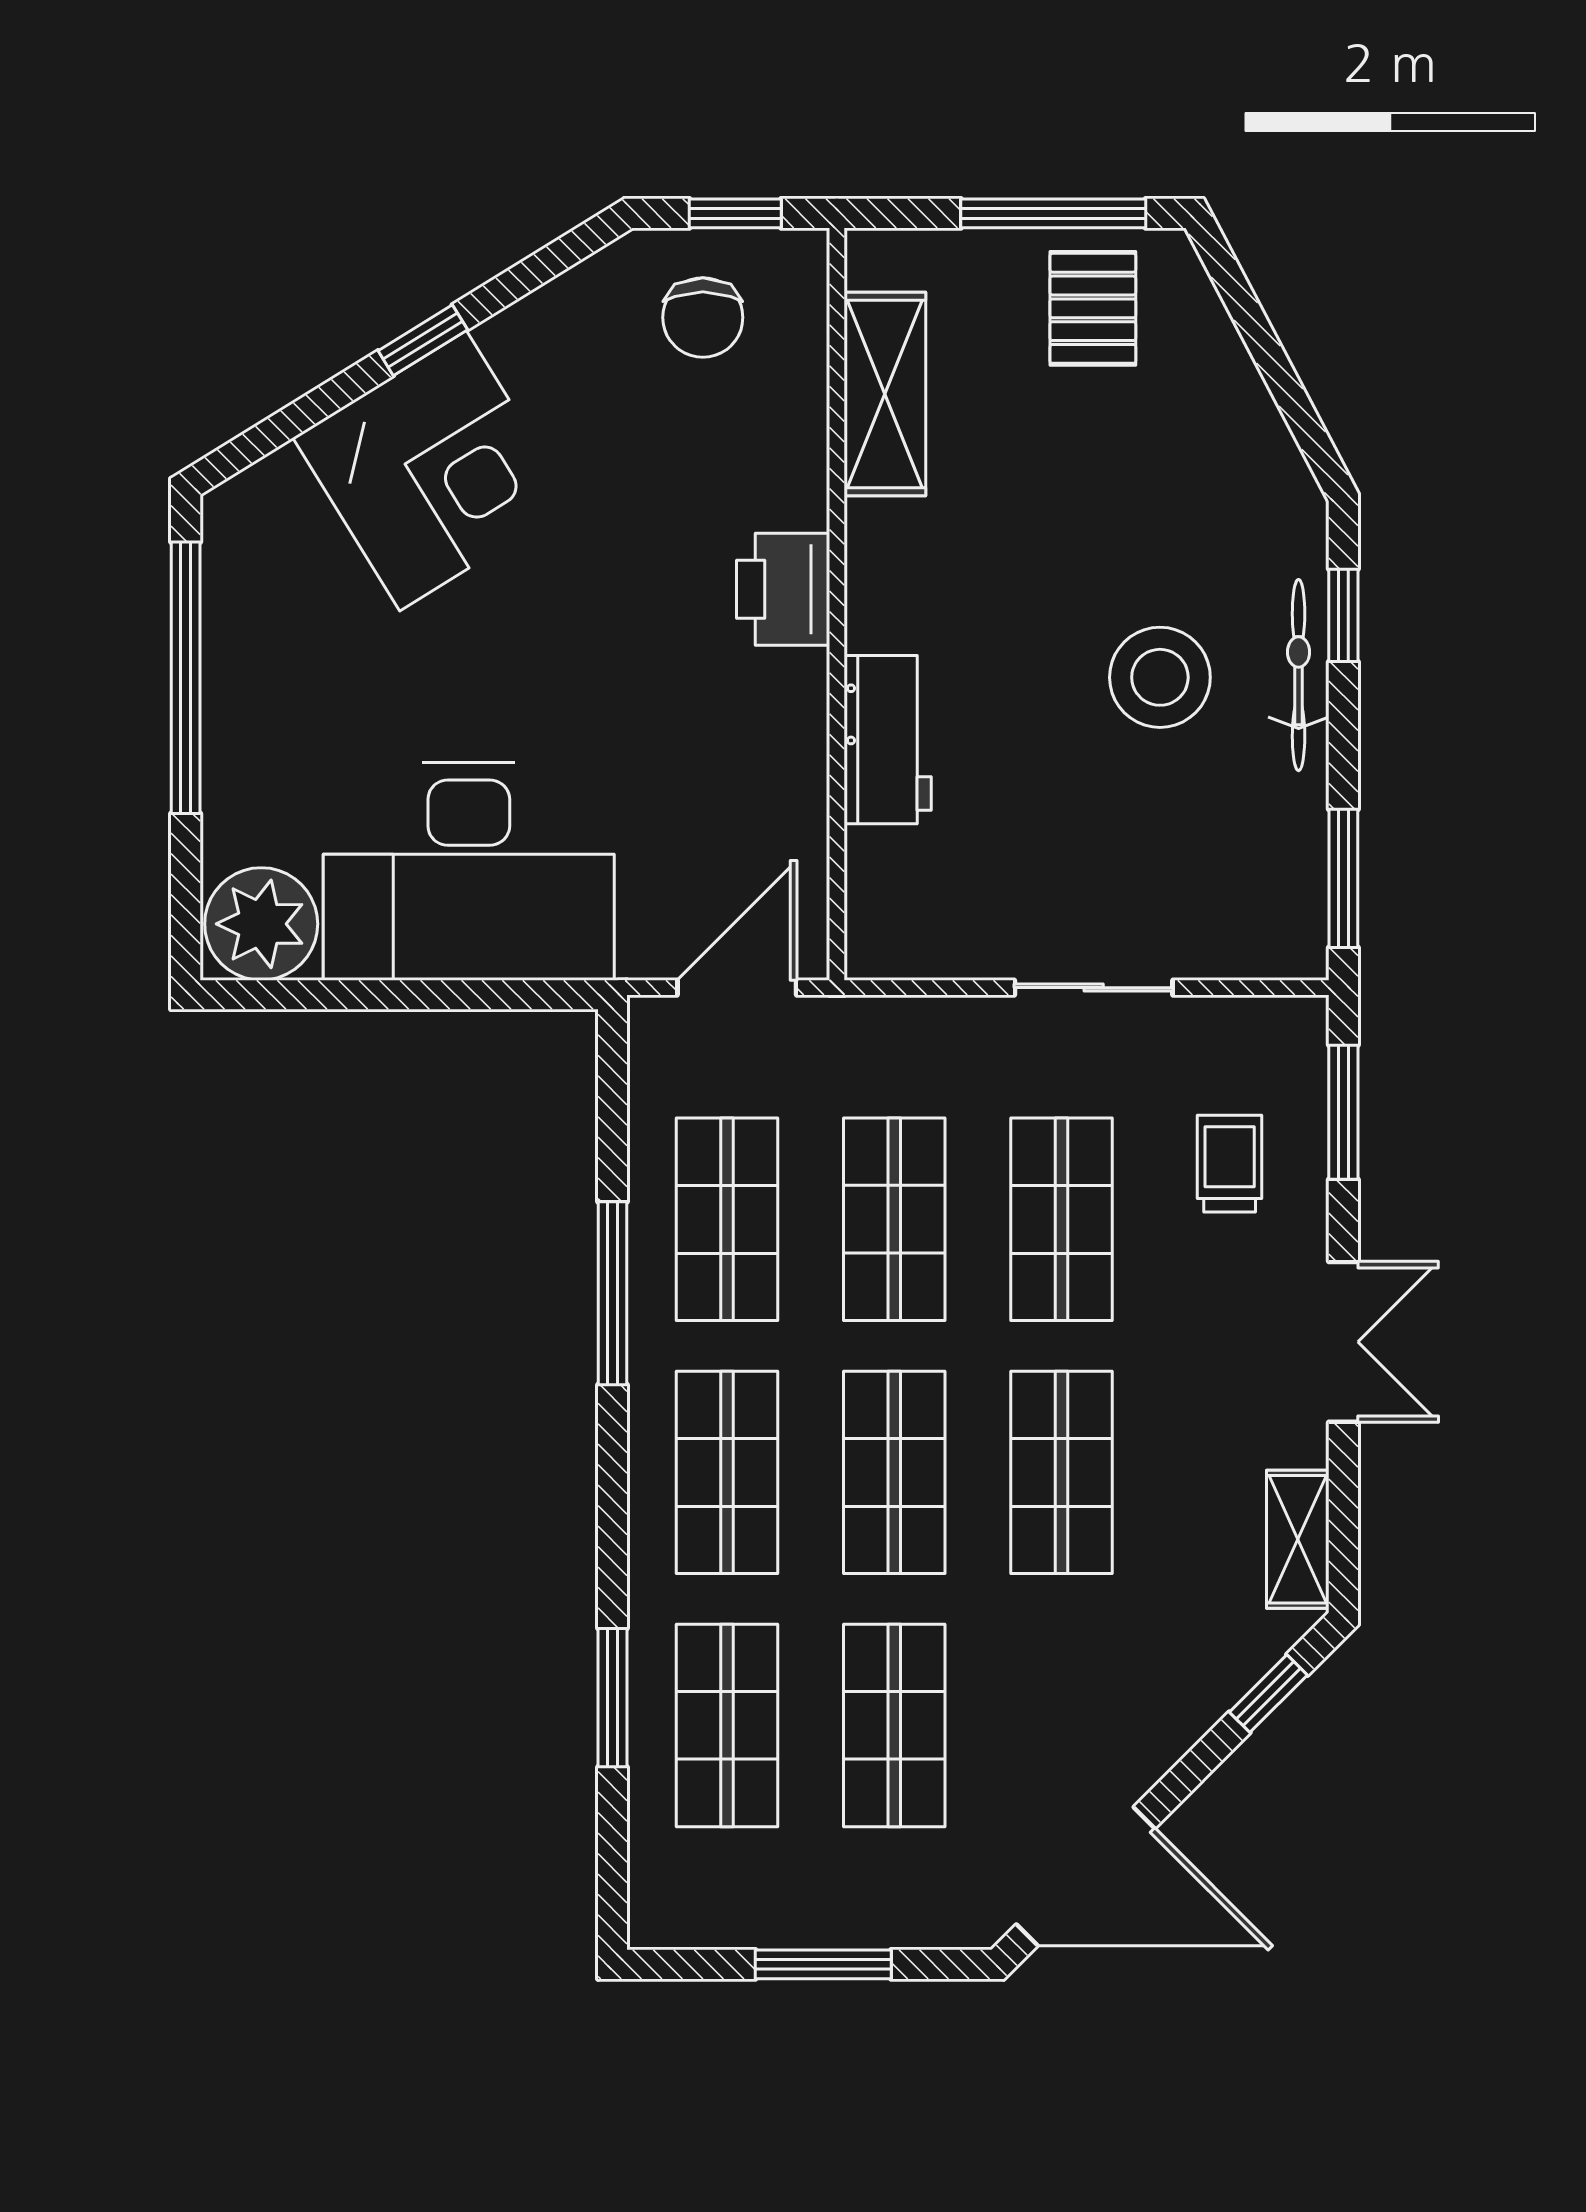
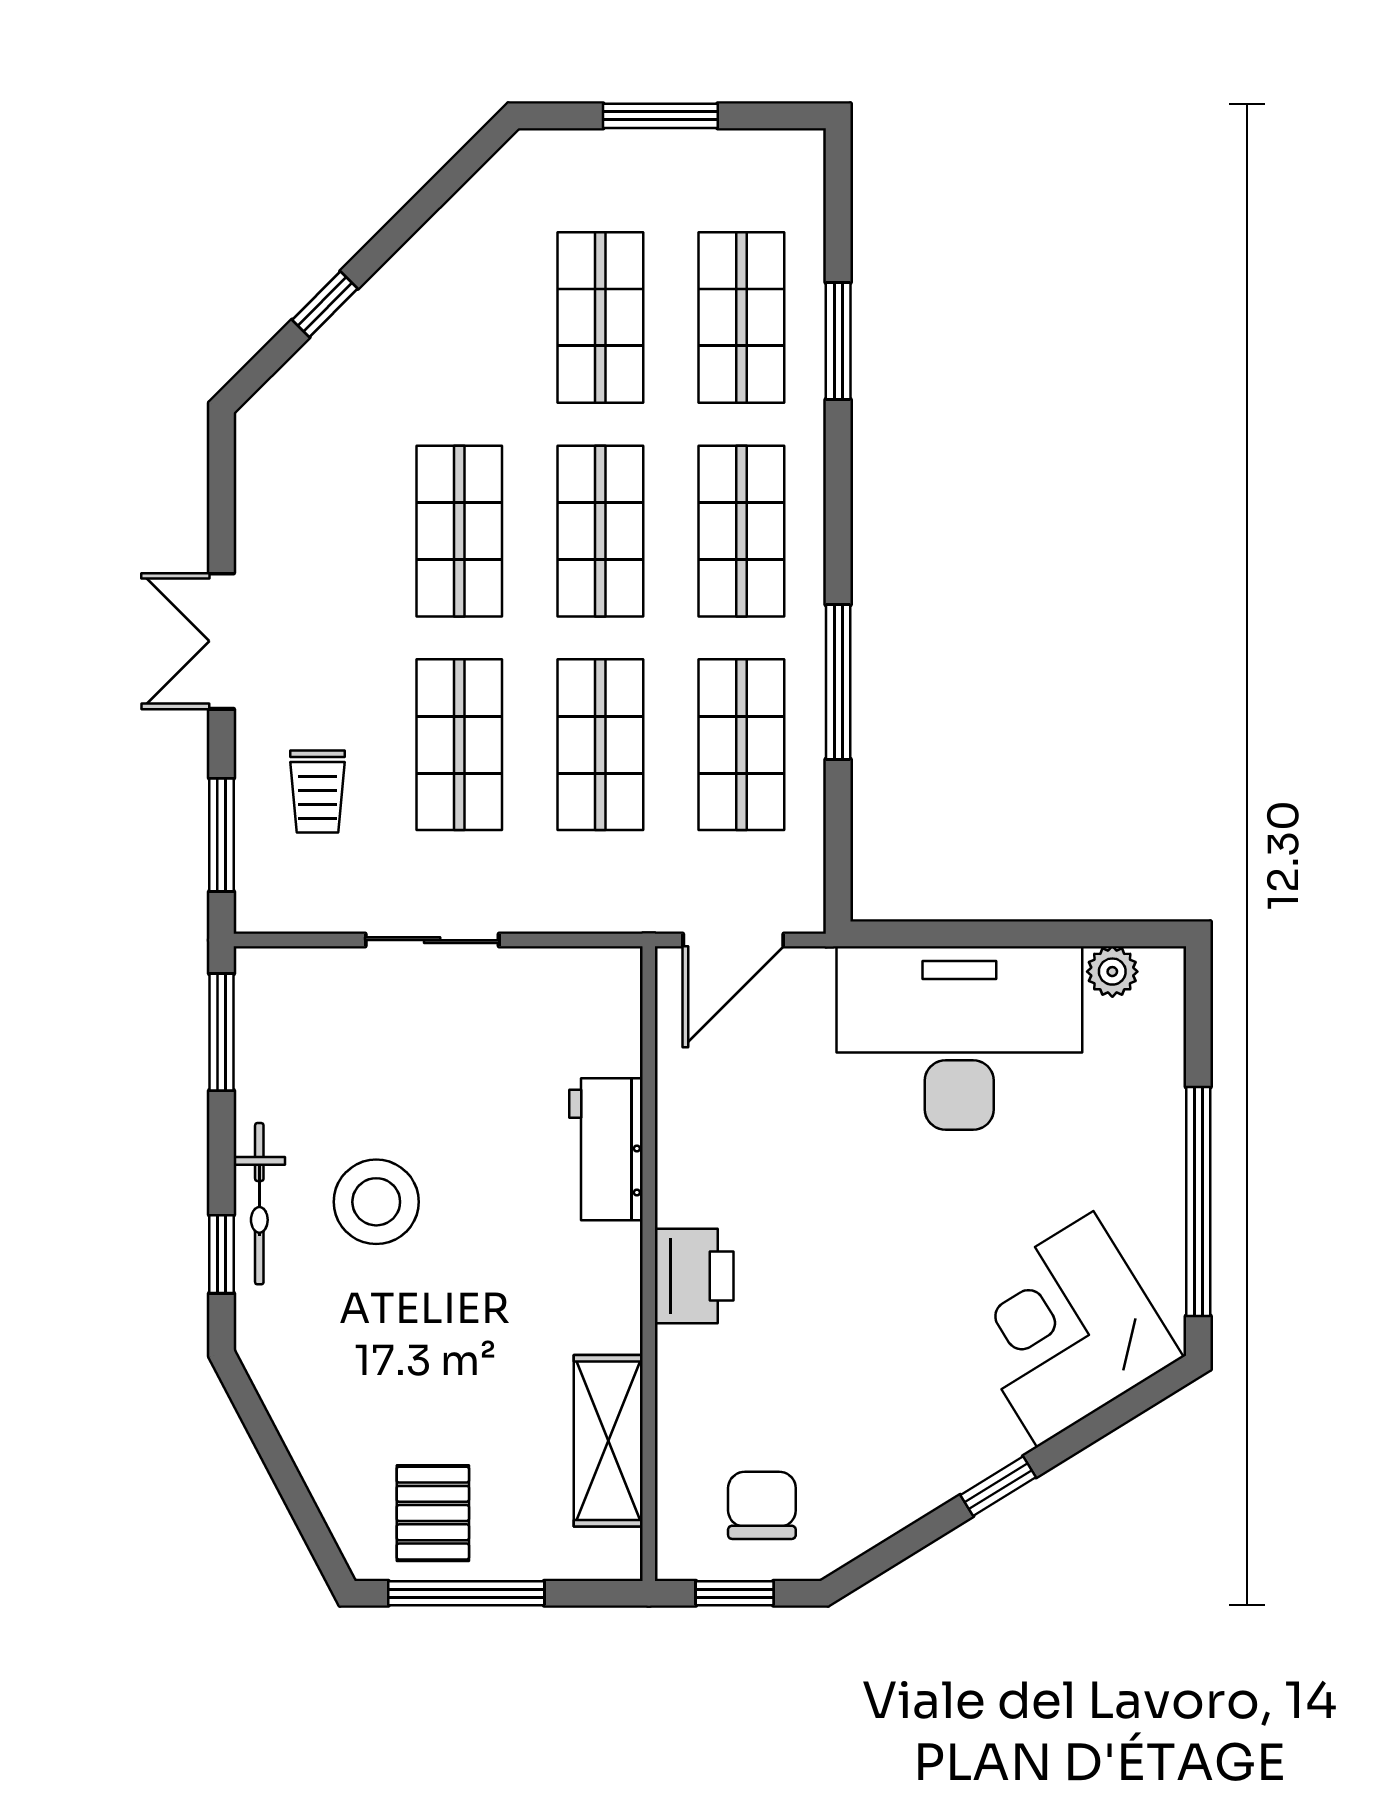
corner desk: (433, 471) -> (1065, 1329), moved
plant: (261, 924) -> (1112, 972), width x0.53, depth x0.53
shelving: (1298, 1539) -> (260, 475), removed
window: (1268, 1694) -> (325, 304), moved
door: (1086, 1876) -> (439, 190), removed

